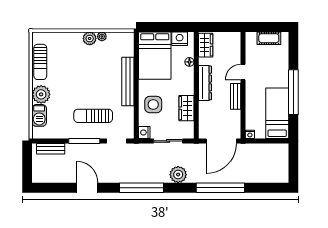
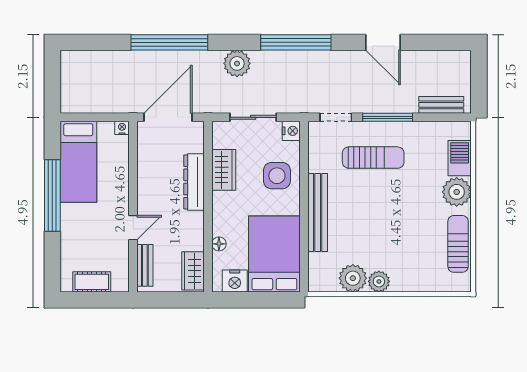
plant: (102, 36) -> (353, 278), width x1.88, depth x1.88
dresser: (205, 83) -> (194, 182), moved
bench: (236, 96) -> (145, 265), moved

